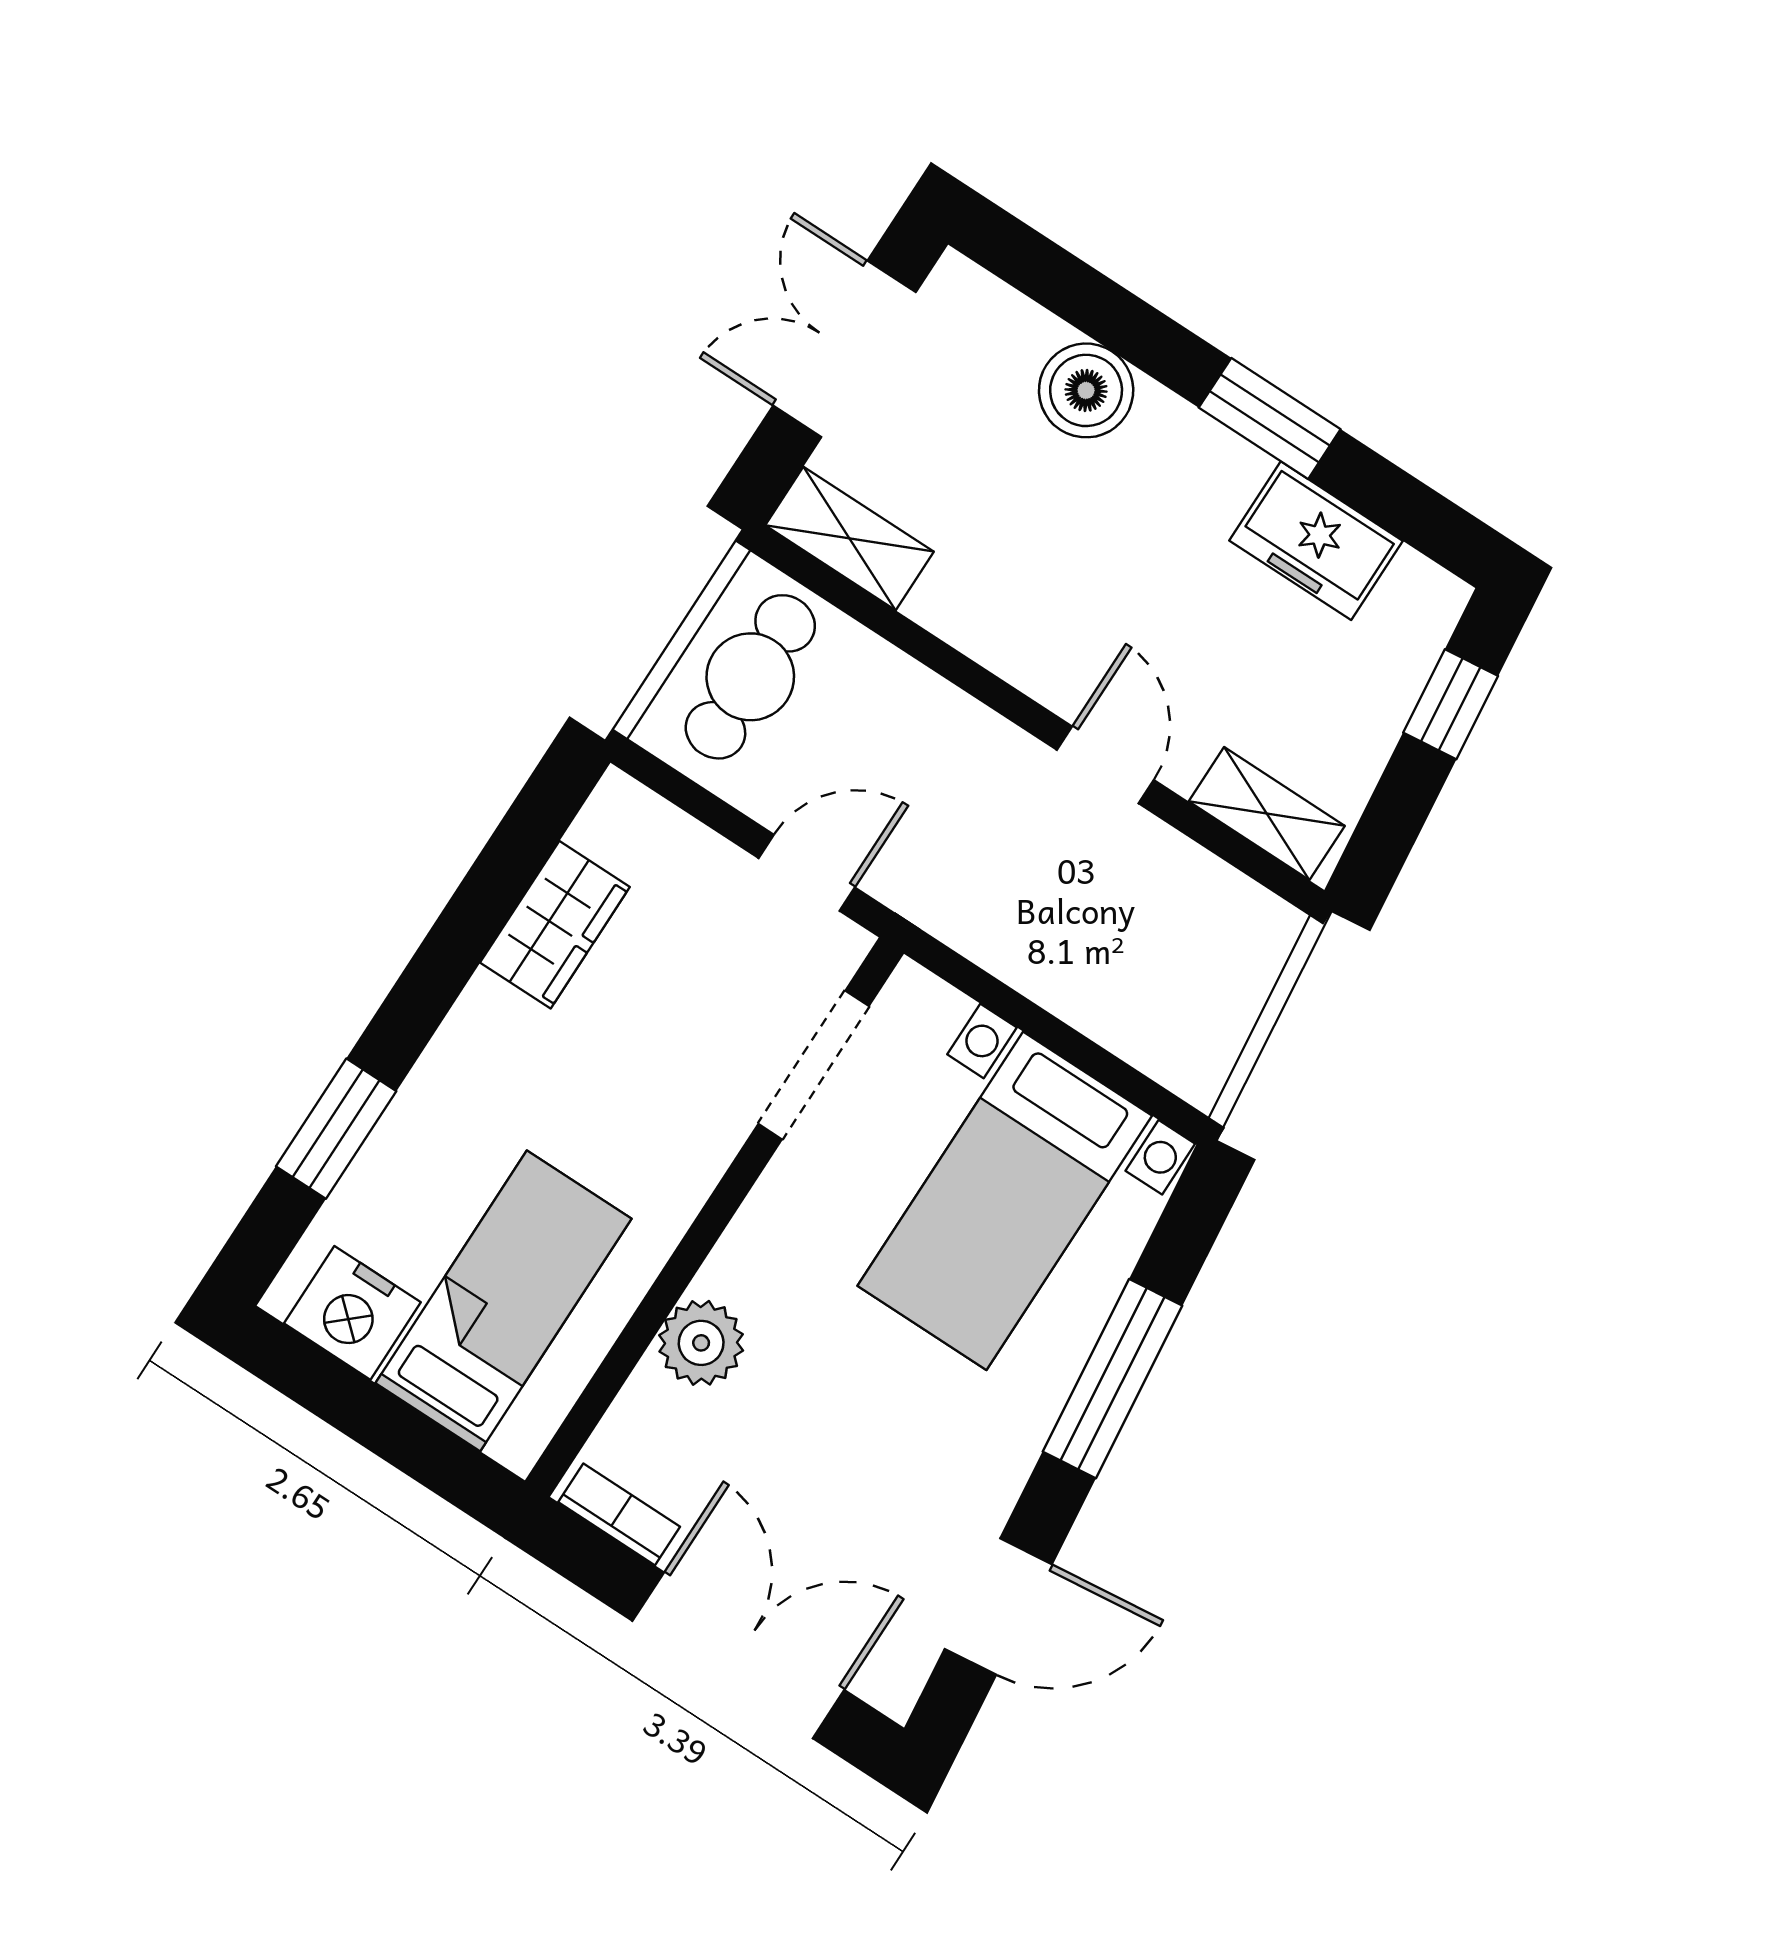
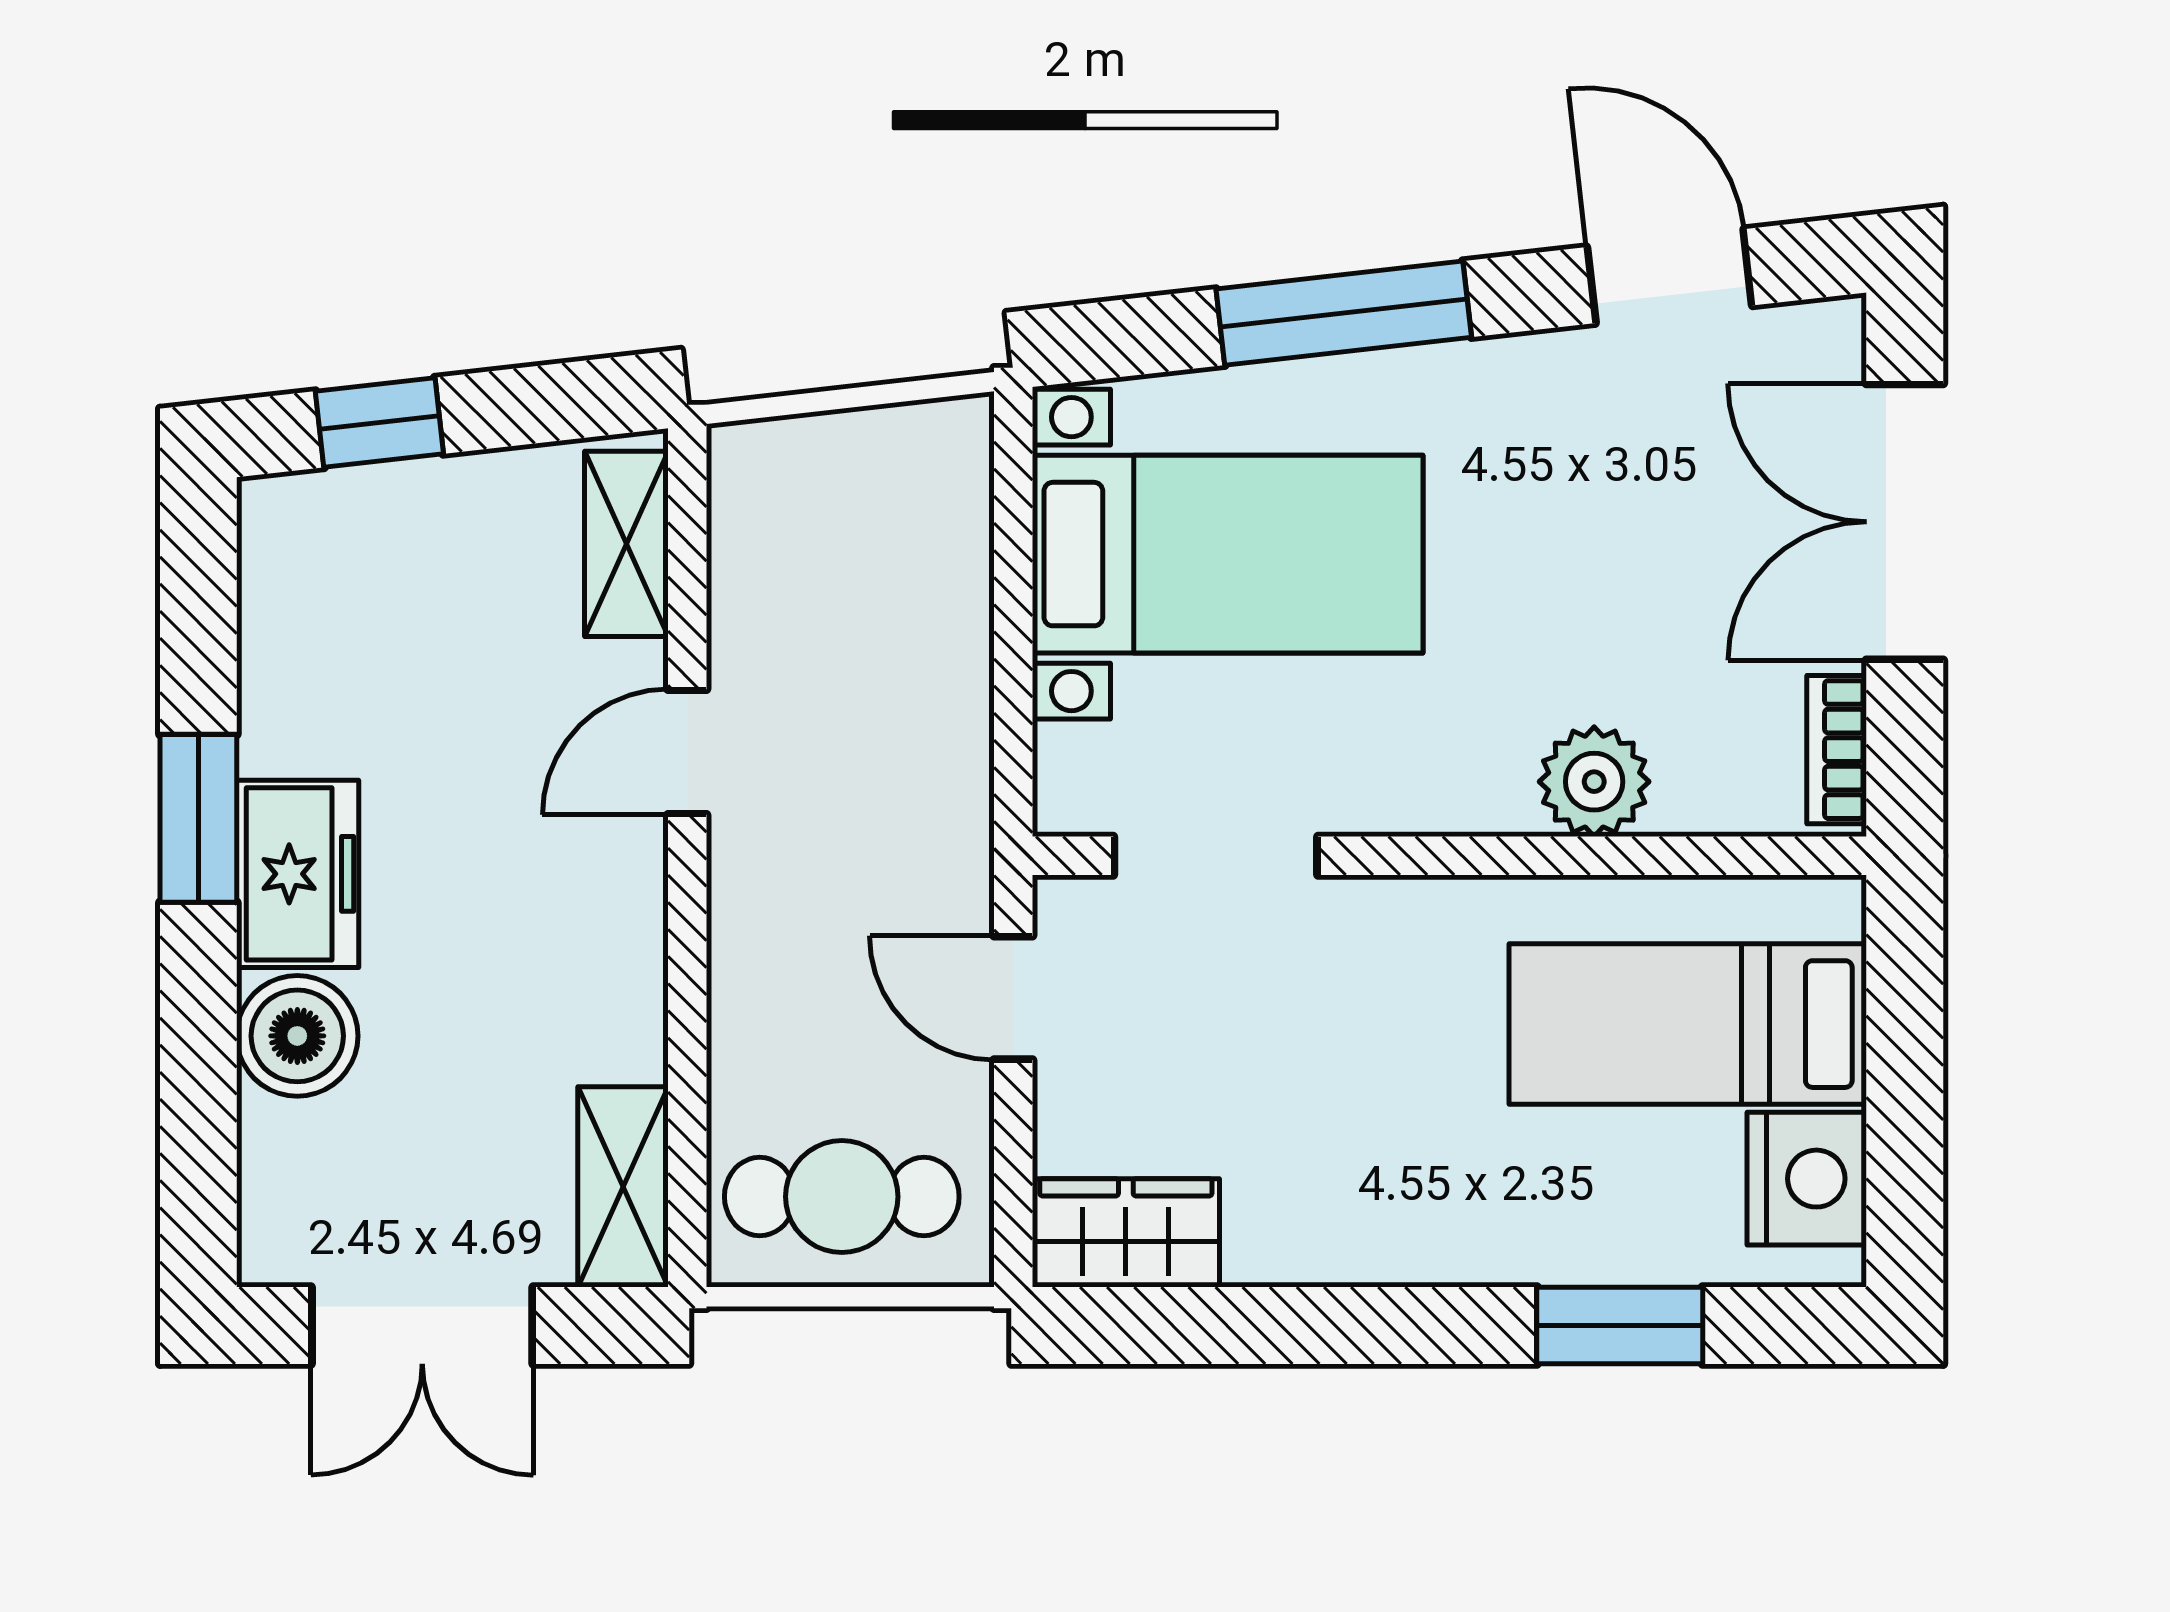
freezer: (1316, 541) -> (298, 874), moved
wardrobe: (555, 925) -> (1126, 1233), moved

